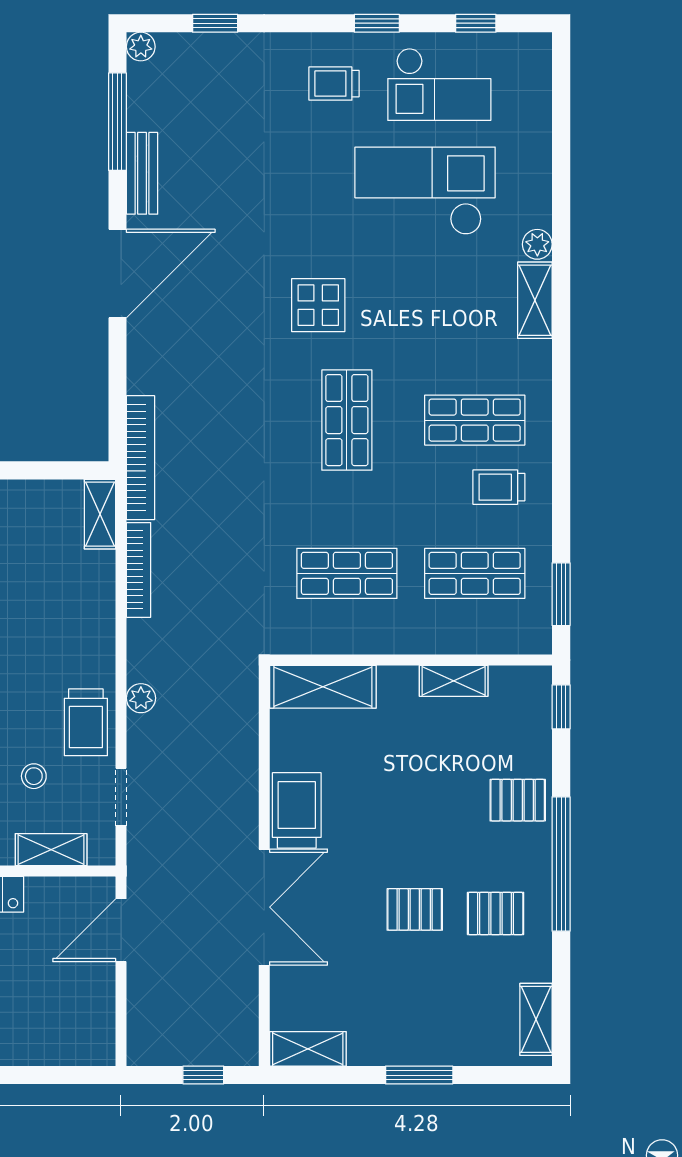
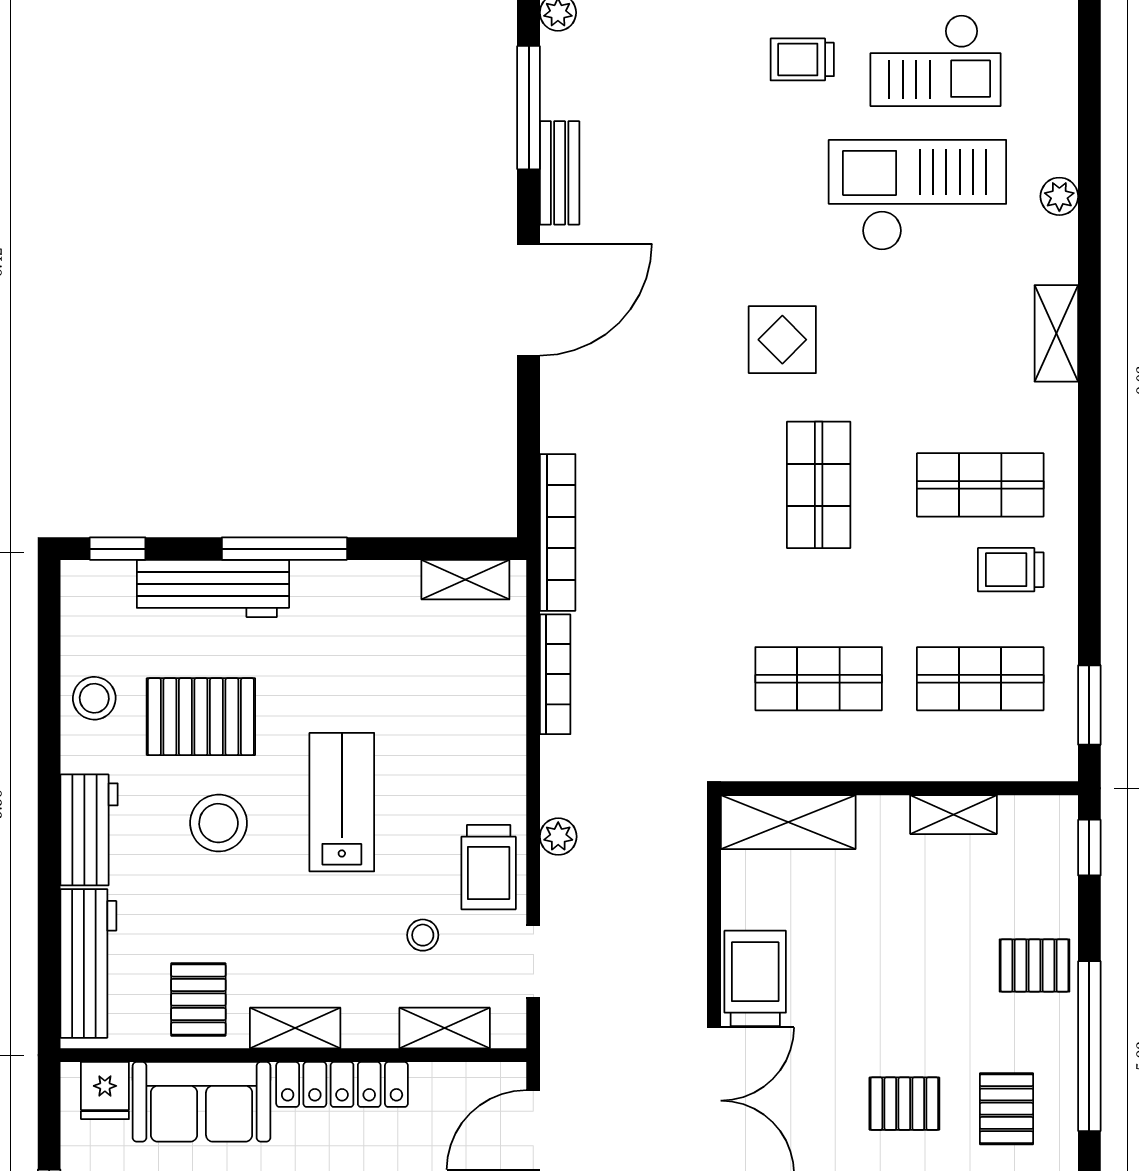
plant: (537, 244) -> (1059, 196), moved
shelving: (100, 514) -> (465, 580), moved, turned 90
pallet: (496, 913) -> (1007, 1109), turned 90

